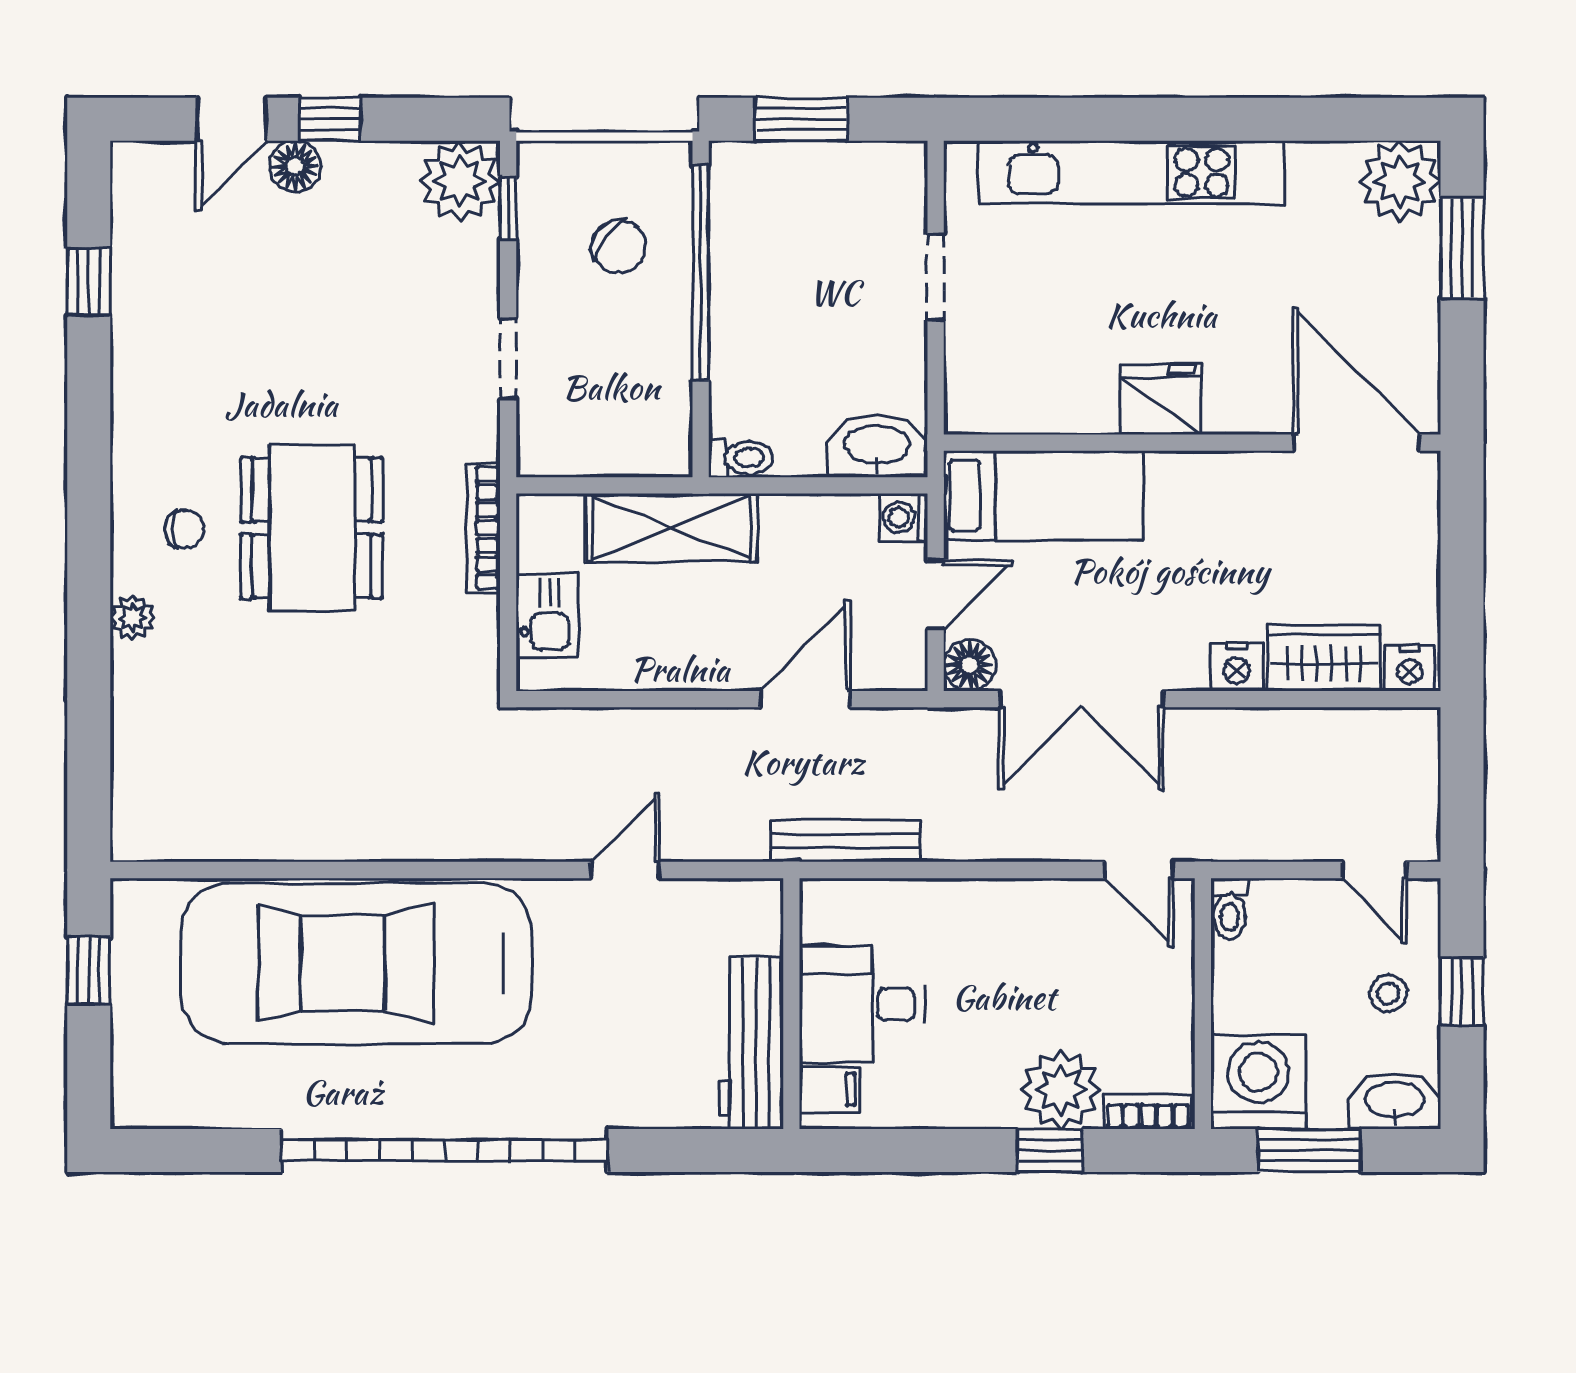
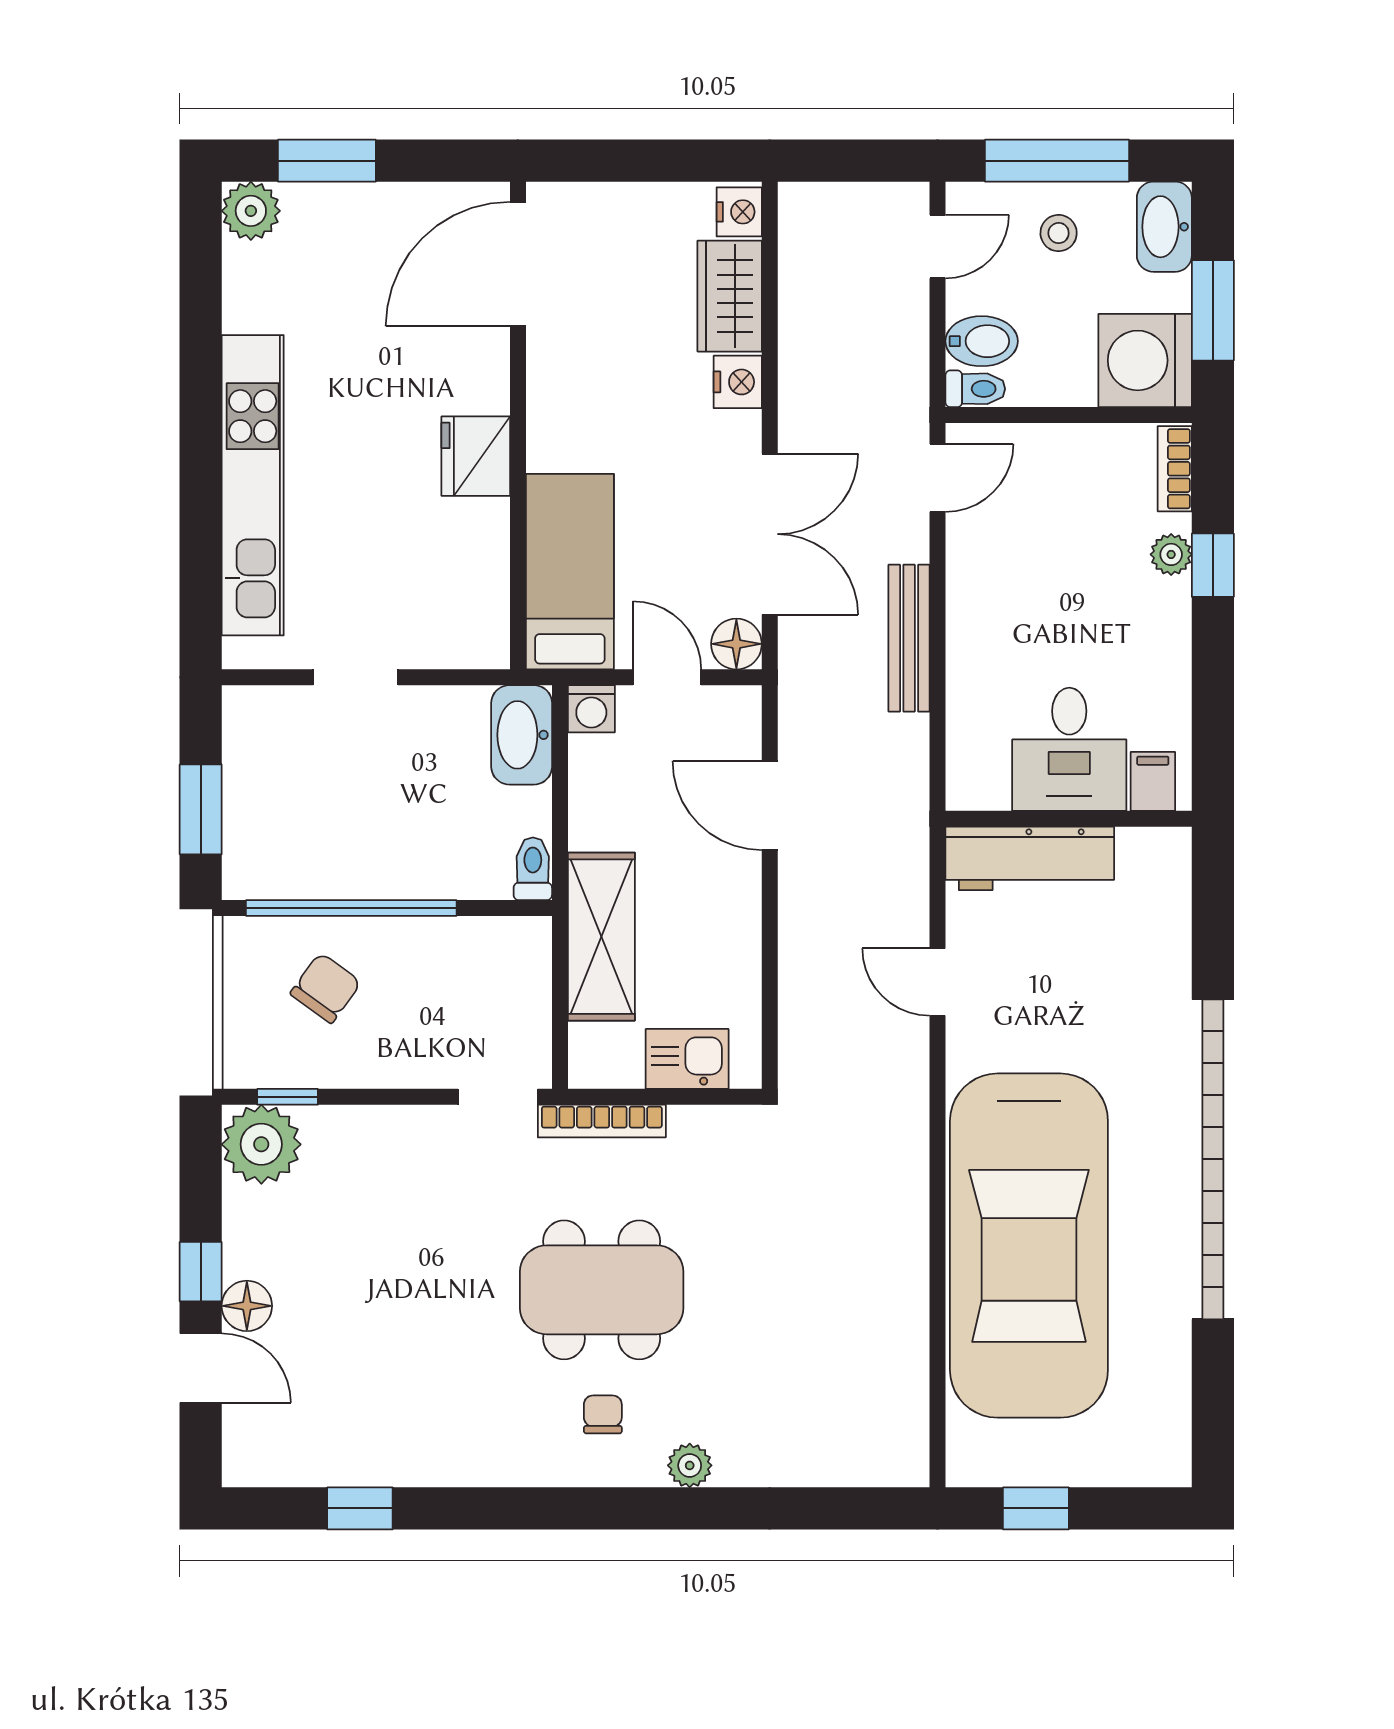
plant: (1400, 181) -> (251, 211), width x0.73, depth x0.73
doorway: (508, 358) -> (498, 1097), moved
bench: (845, 841) -> (909, 638), moved
bidet: (1278, 915) -> (982, 341), added
window: (1462, 992) -> (1057, 161), width x2.17
workbench: (751, 1043) -> (1030, 858), moved
plant: (1061, 1090) -> (1171, 554), width x0.53, depth x0.53

